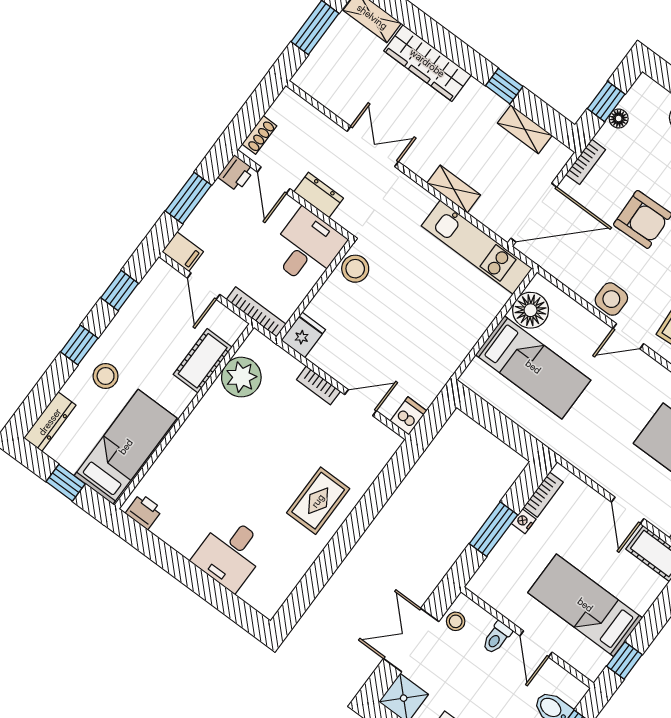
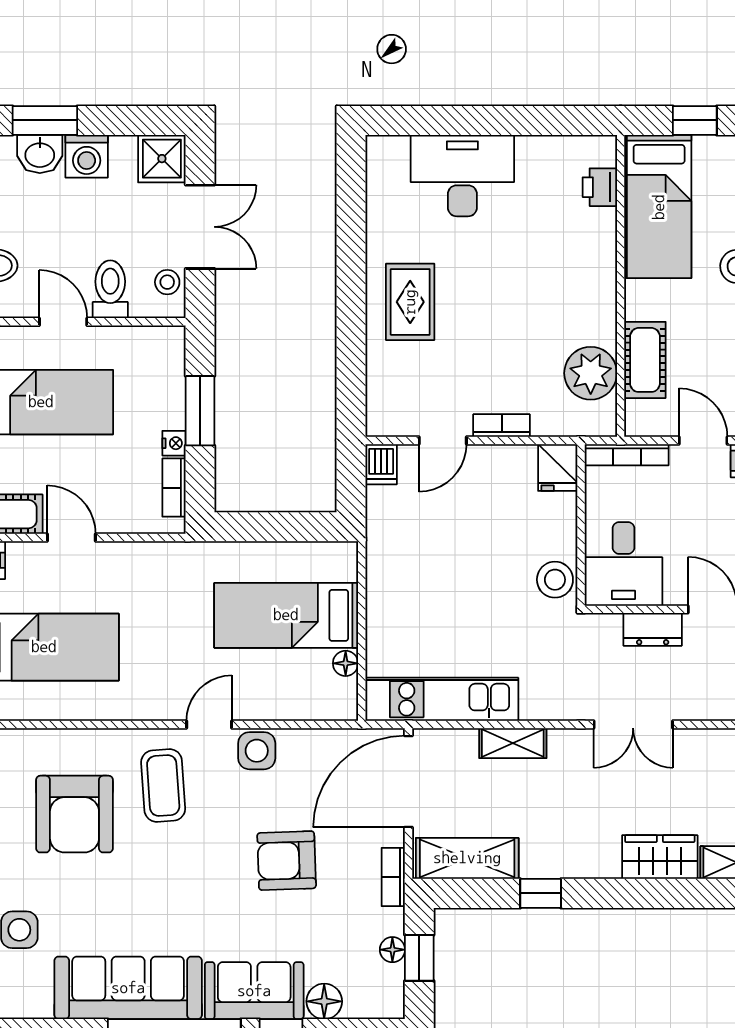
wardrobe: (427, 63) -> (660, 857), width x0.67
shelving: (525, 129) -> (467, 858), width x1.50, depth x1.33
floor lamp: (531, 310) -> (346, 663), width x0.53, depth x0.53
printer: (144, 511) -> (600, 187), moved, turned 90
desk: (230, 553) -> (462, 176), width x1.37
toilet: (497, 638) -> (110, 289), width x1.37, depth x1.39

